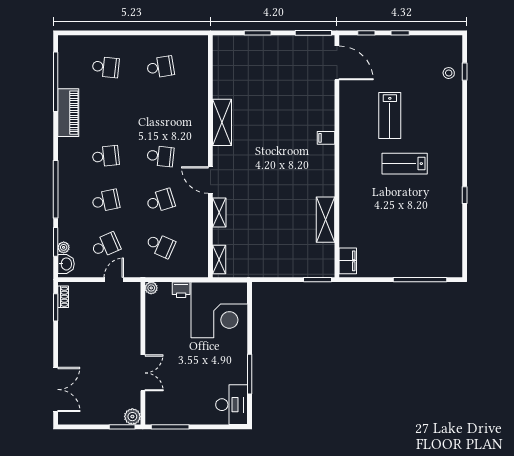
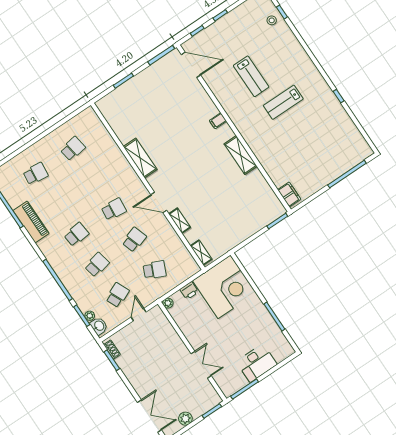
shelving: (325, 220) -> (241, 155), moved
desk: (232, 405) -> (257, 363), moved, turned 90
plant: (132, 417) -> (185, 419), moved

